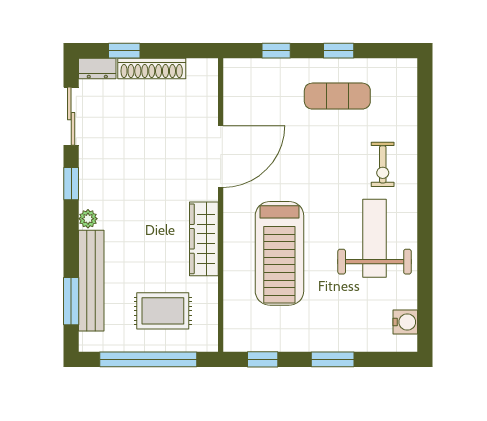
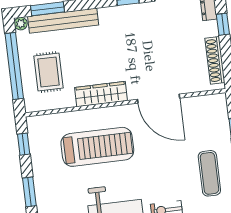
shoe rack: (152, 68) -> (215, 60), moved
plant: (88, 219) -> (21, 24), moved
treadmill: (279, 253) -> (97, 147), turned 180

